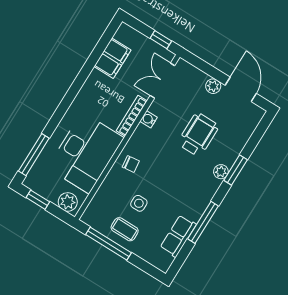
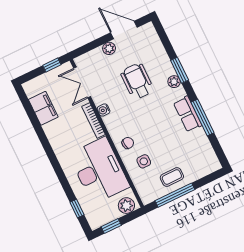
window: (34, 155) -> (77, 209), width x0.46
side table: (139, 203) -> (144, 161), moved
row of seats: (178, 236) -> (188, 114), moved

